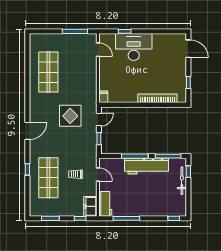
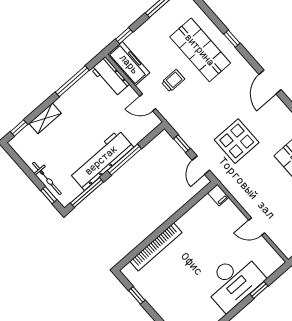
door: (98, 50) -> (257, 227), moved
freezer: (90, 206) -> (129, 64), width x1.40
shelving: (156, 212) -> (45, 118), added

